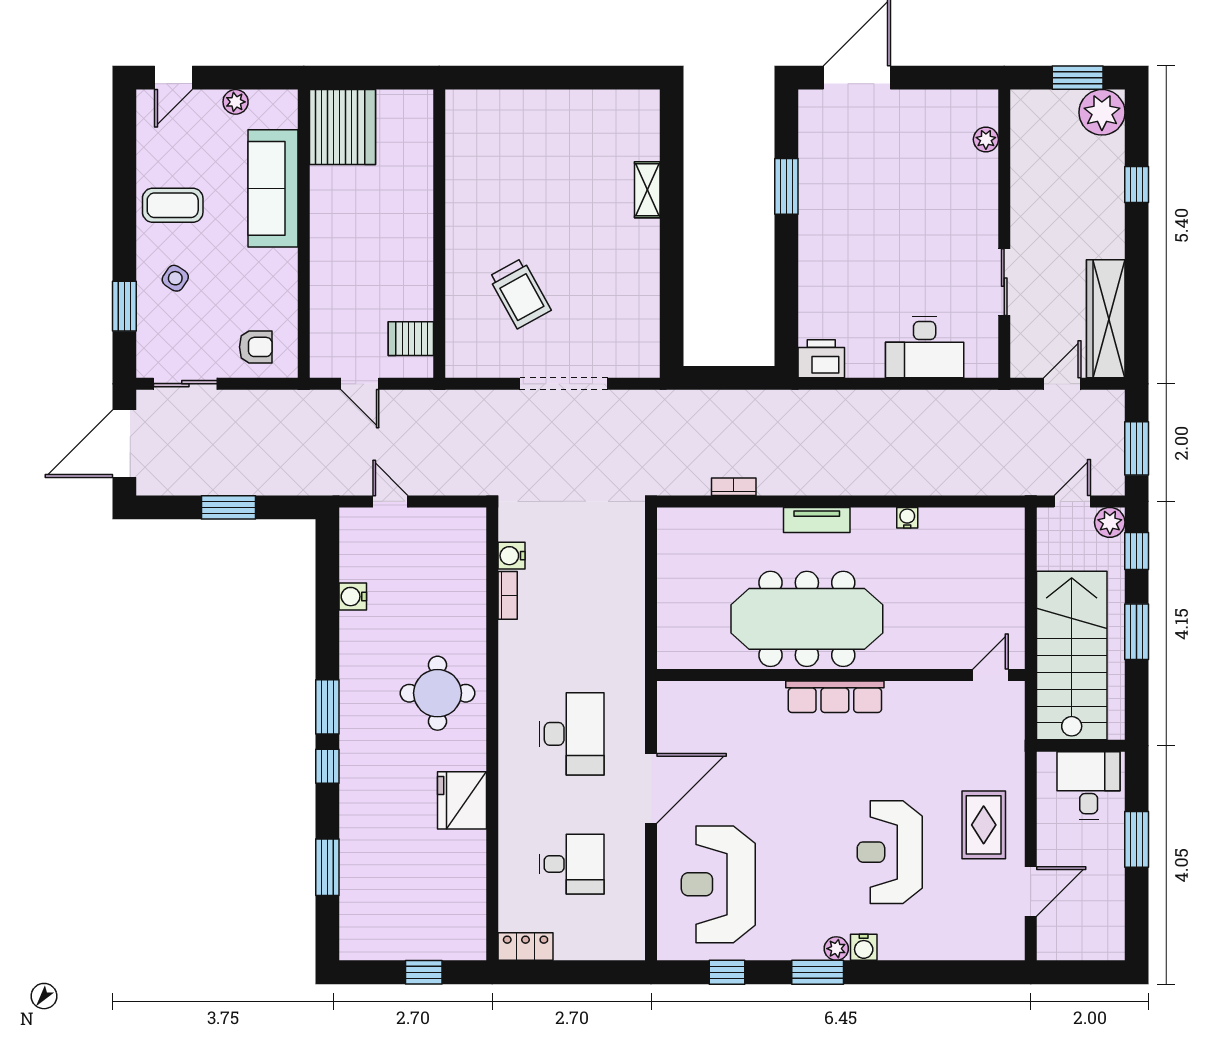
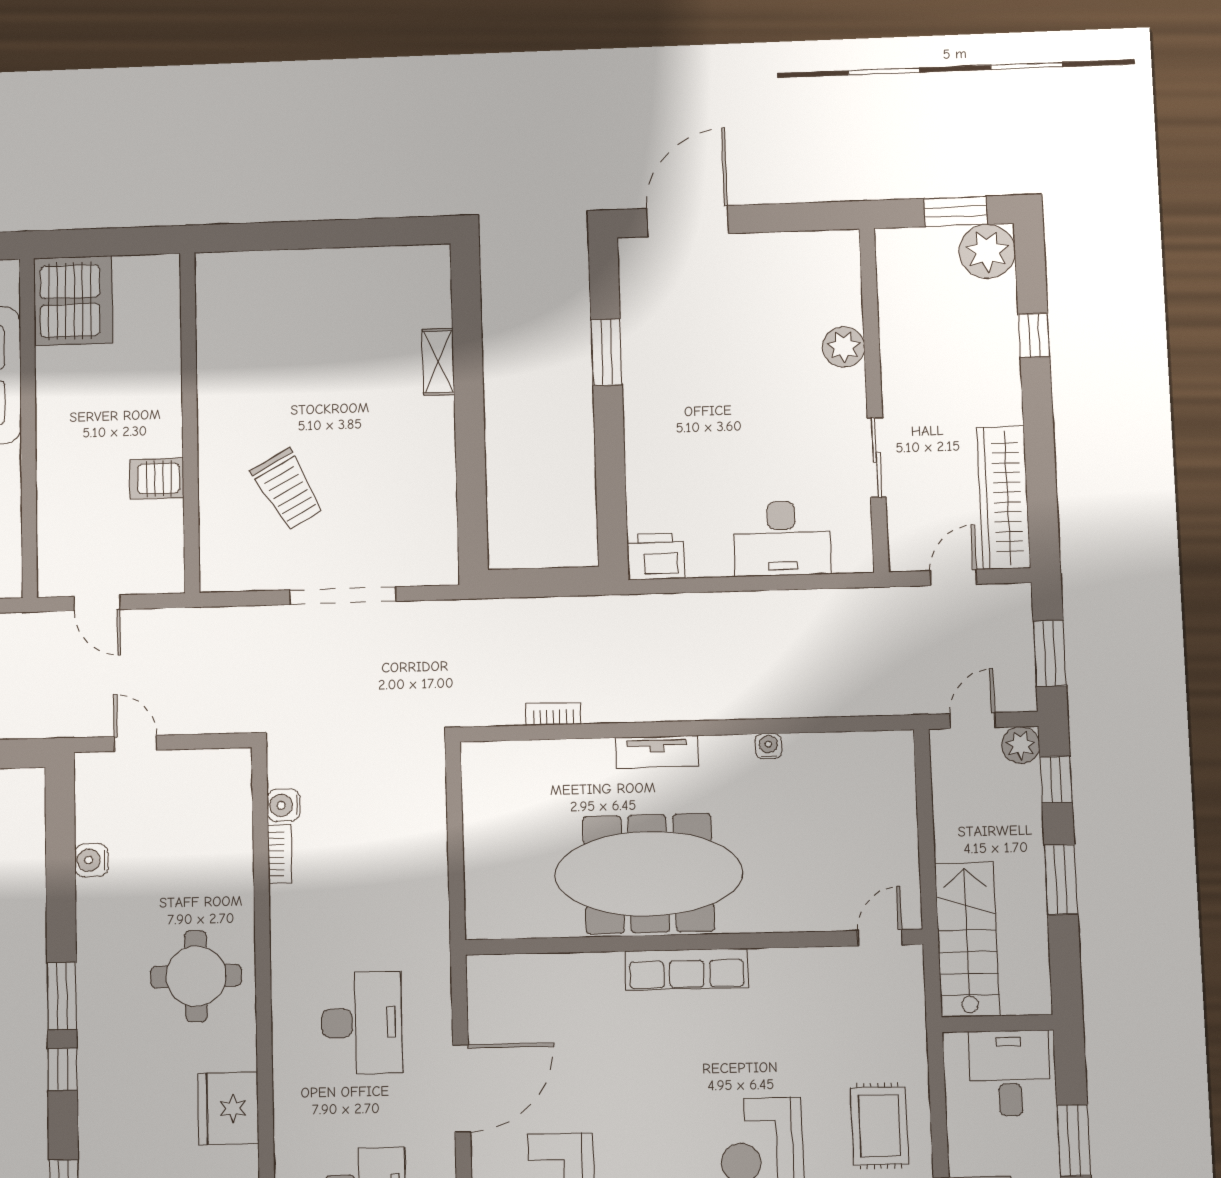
plant: (986, 139) -> (844, 347), moved, width x1.38, depth x1.38
server rack: (411, 339) -> (157, 479), moved
stairs: (1072, 655) -> (967, 939), width x0.73, depth x0.66

